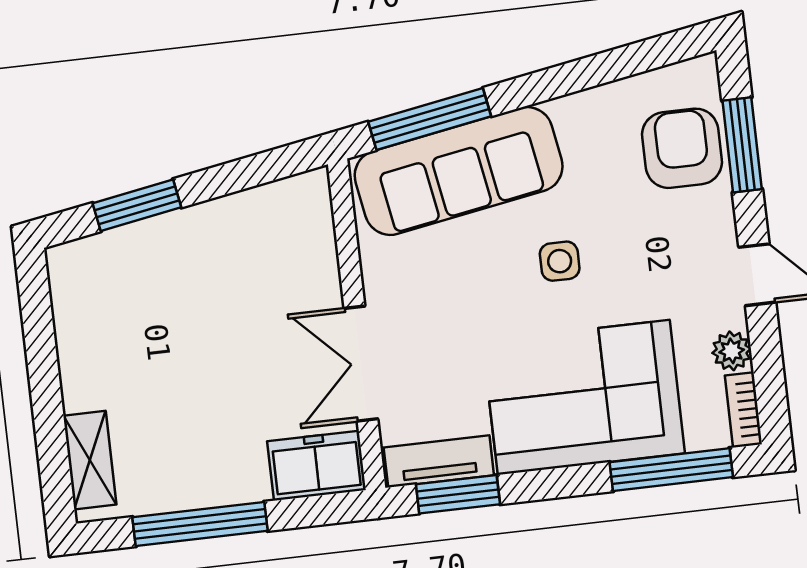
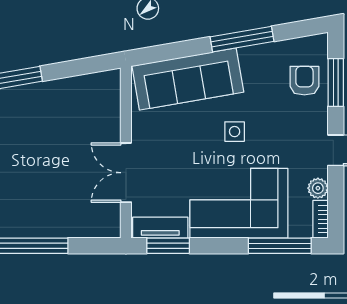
window: (430, 119) -> (242, 39), moved
armchair: (682, 148) -> (304, 81), width x0.72, depth x0.72
freezer: (316, 466) -> (97, 223), removed

